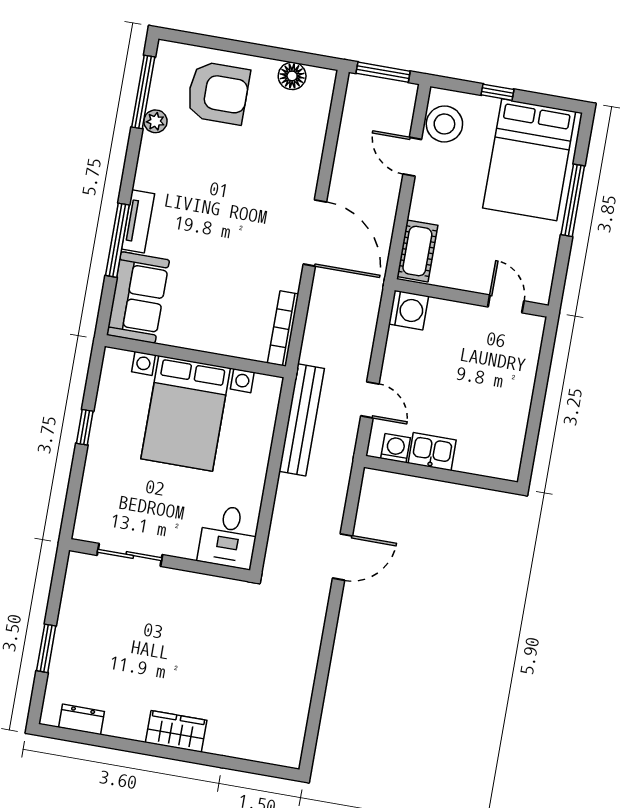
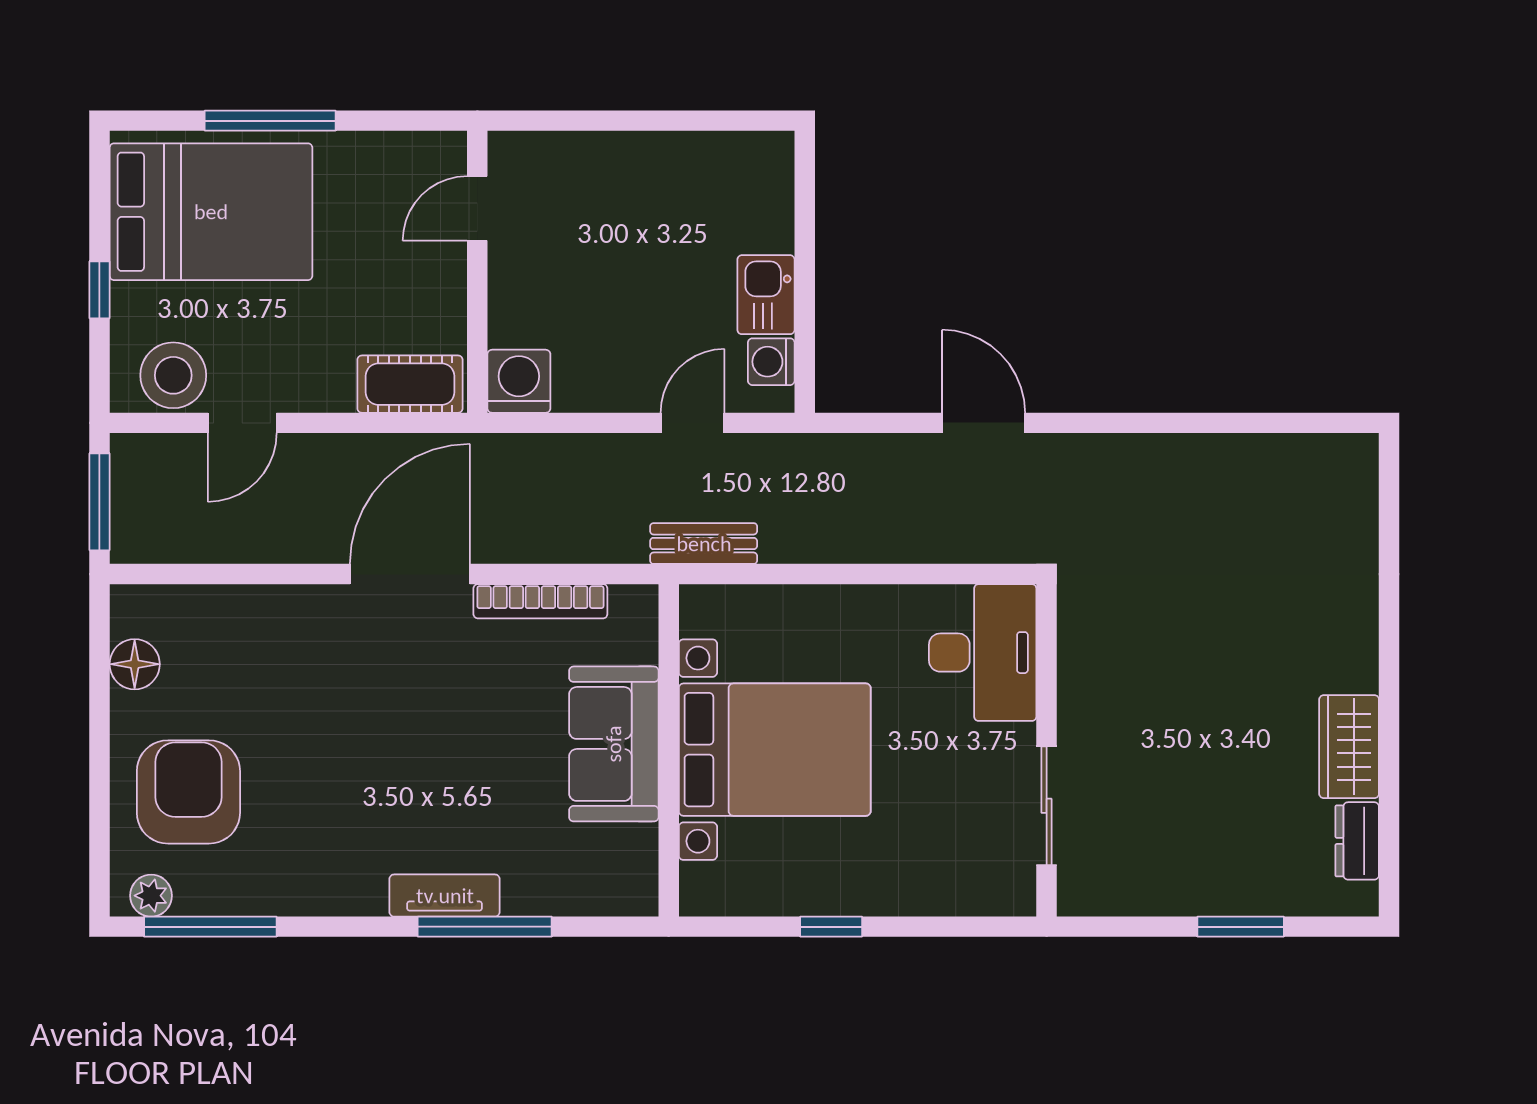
plant: (155, 121) -> (151, 896), moved
sofa: (138, 297) -> (614, 744), moved, turned -90
bookcase: (283, 329) -> (540, 601), moved
bench: (302, 420) -> (704, 544), width x0.54, depth x0.82
desk: (229, 537) -> (983, 653), width x1.37
wardrobe: (176, 731) -> (1349, 747), moved

